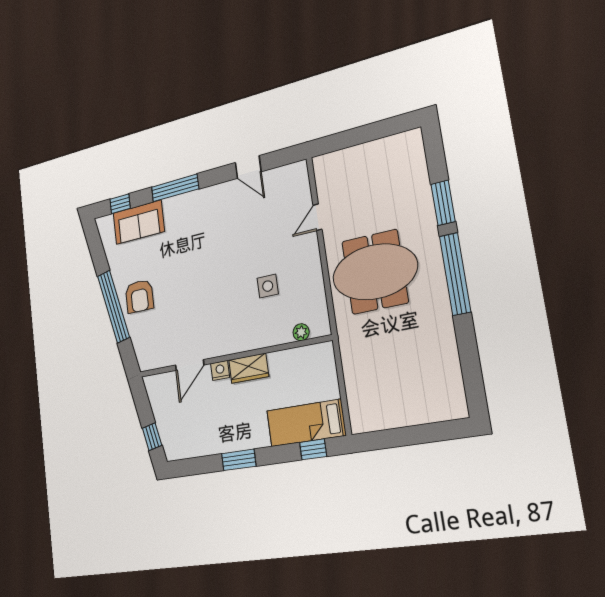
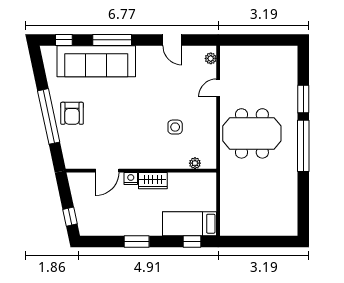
plant: (301, 178) -> (211, 58), added
sofa: (139, 222) -> (96, 61), width x1.85, depth x1.27

